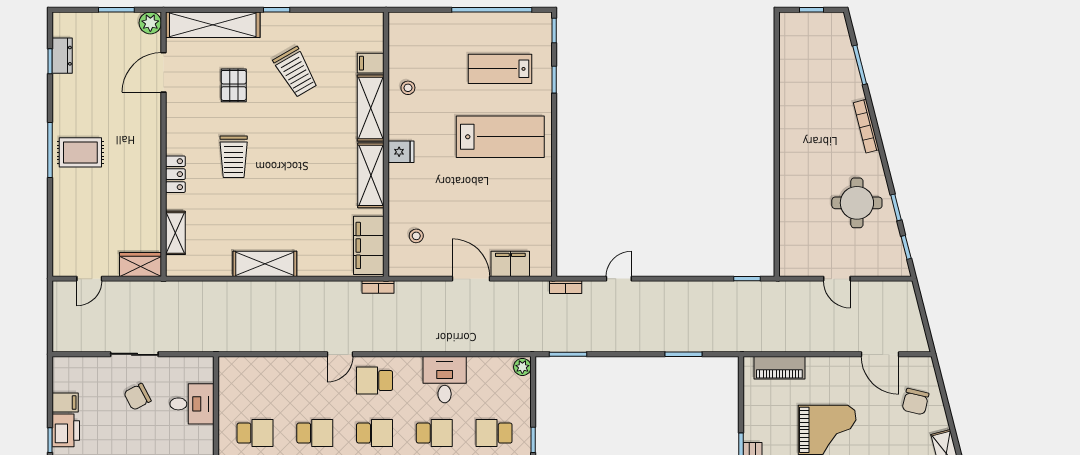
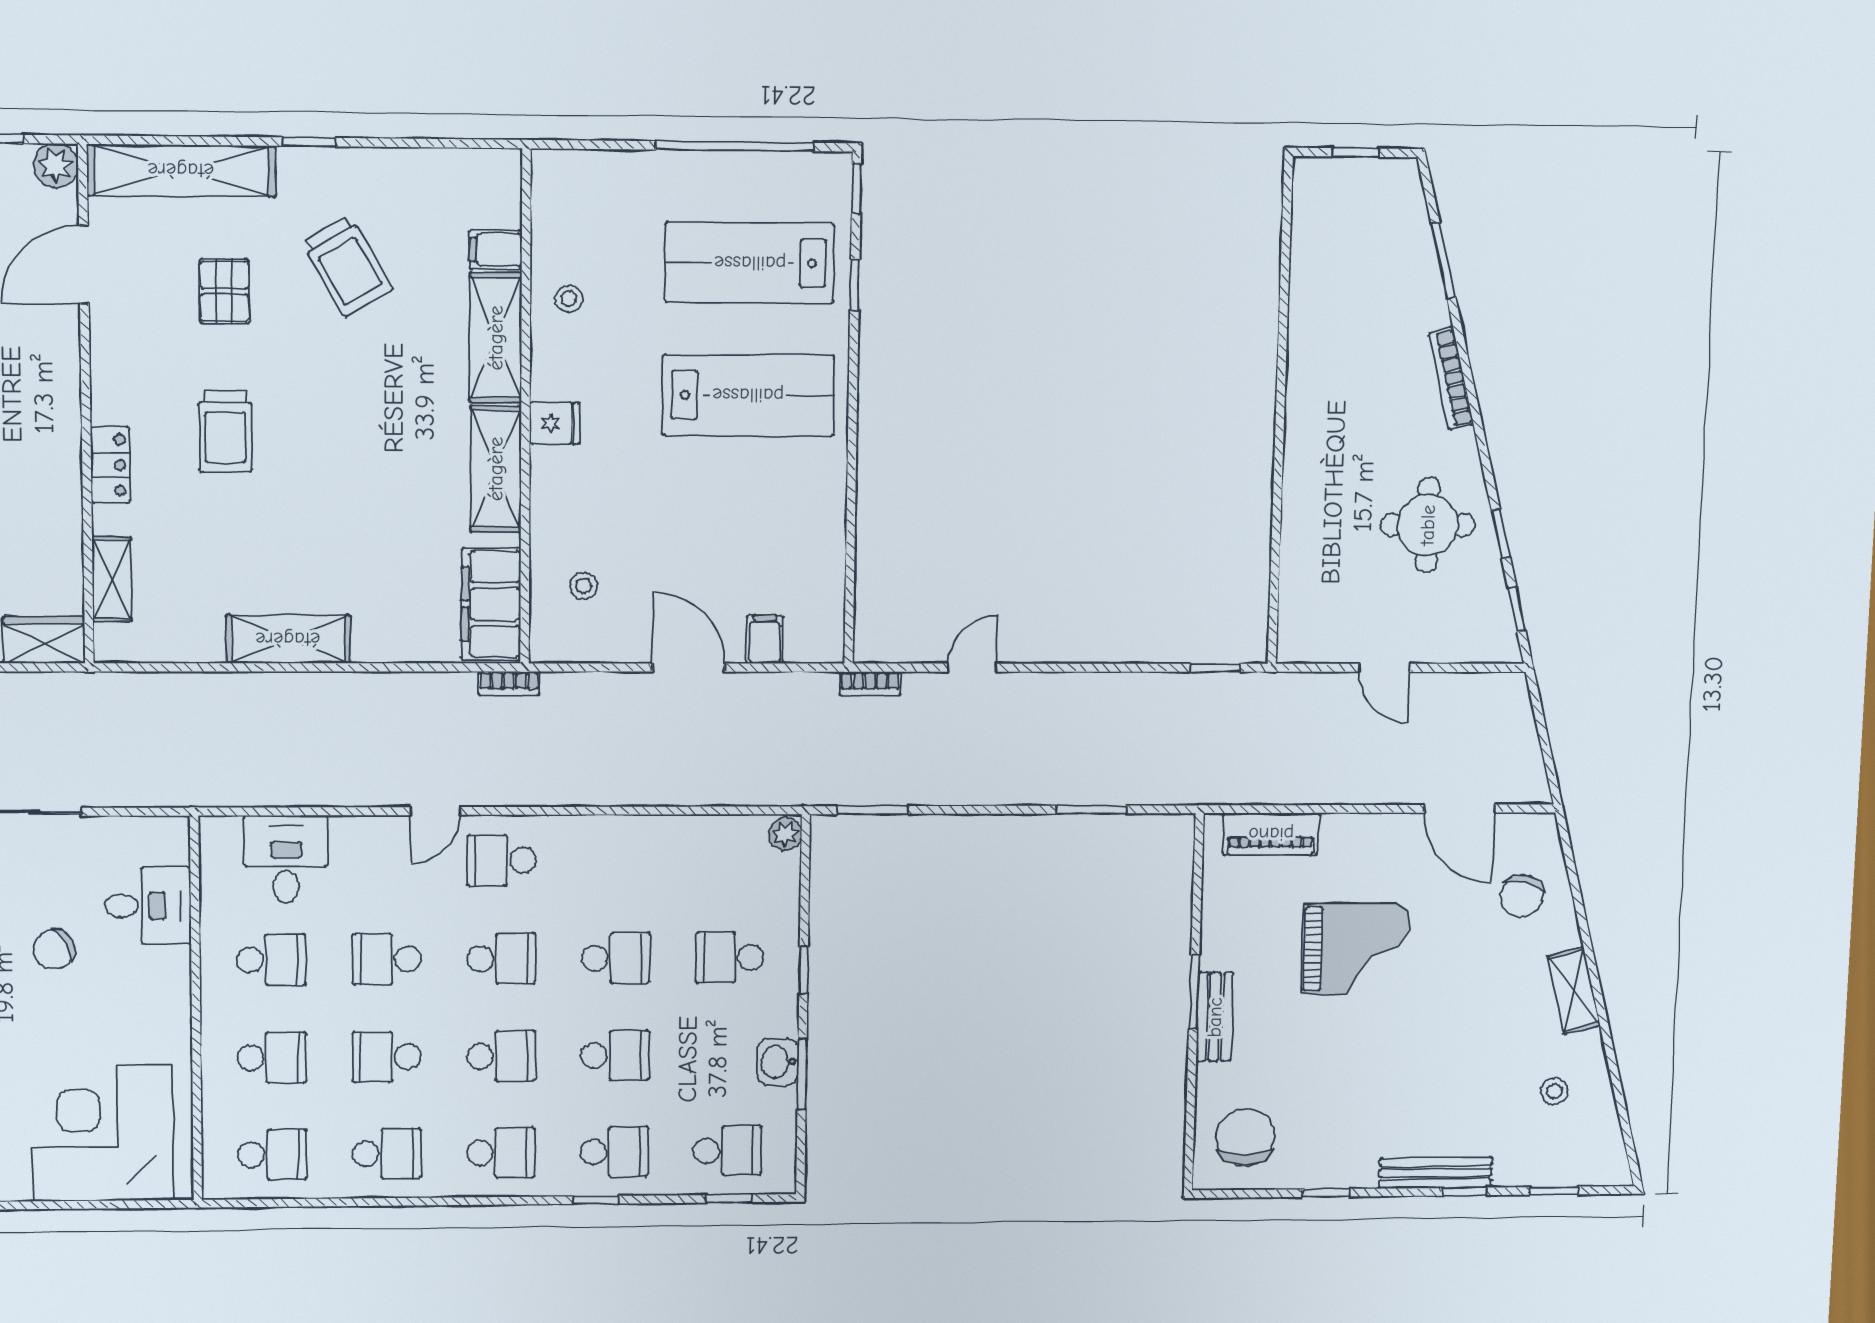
lab bench: (500, 69) -> (750, 263), width x1.36, depth x1.39
filing cabinet: (510, 264) -> (765, 639), width x0.50
desk: (445, 380) -> (286, 859), moved
chair: (137, 397) -> (54, 949), moved
school desk: (315, 433) -> (386, 959), turned 180

